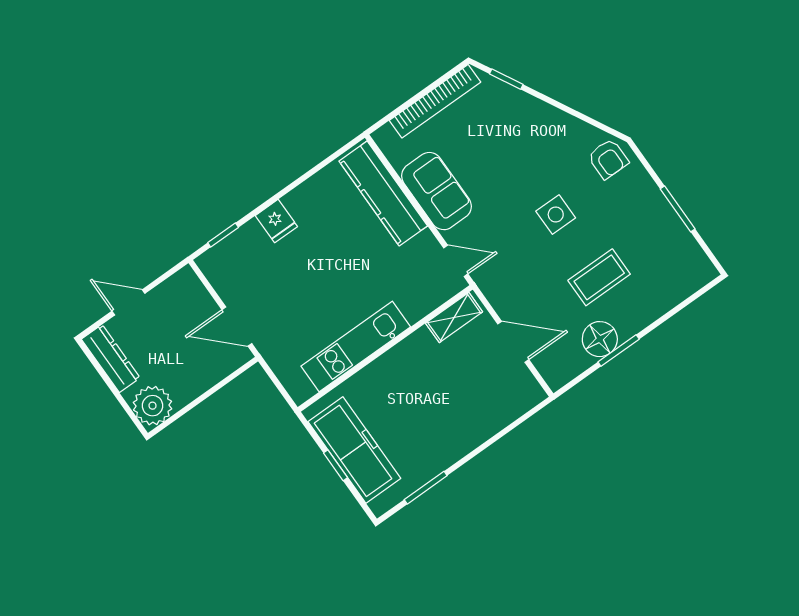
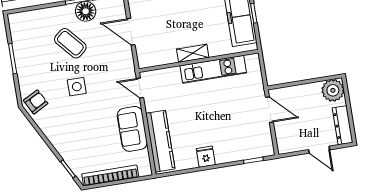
armchair: (608, 159) -> (36, 102), turned 62
fridge: (276, 221) -> (206, 157), moved
coffee table: (599, 277) -> (70, 43), turned 49
shelving: (454, 317) -> (193, 53), moved

